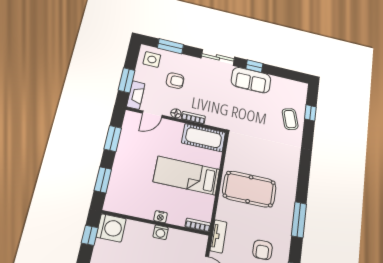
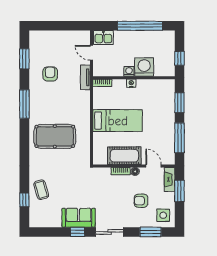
door: (152, 114) -> (153, 166), hinge flipped
cot: (204, 138) -> (124, 156), moved
window: (113, 139) -> (179, 138), width x1.44
pool table: (249, 189) -> (55, 136), moved
washing machine: (111, 228) -> (144, 67), moved, turned 90

